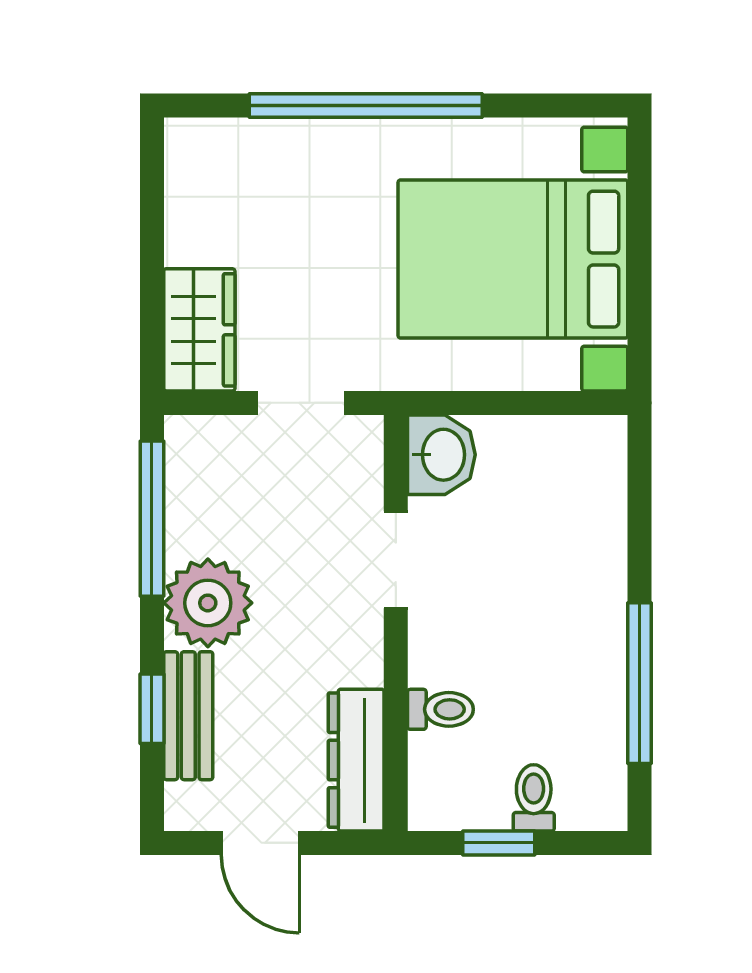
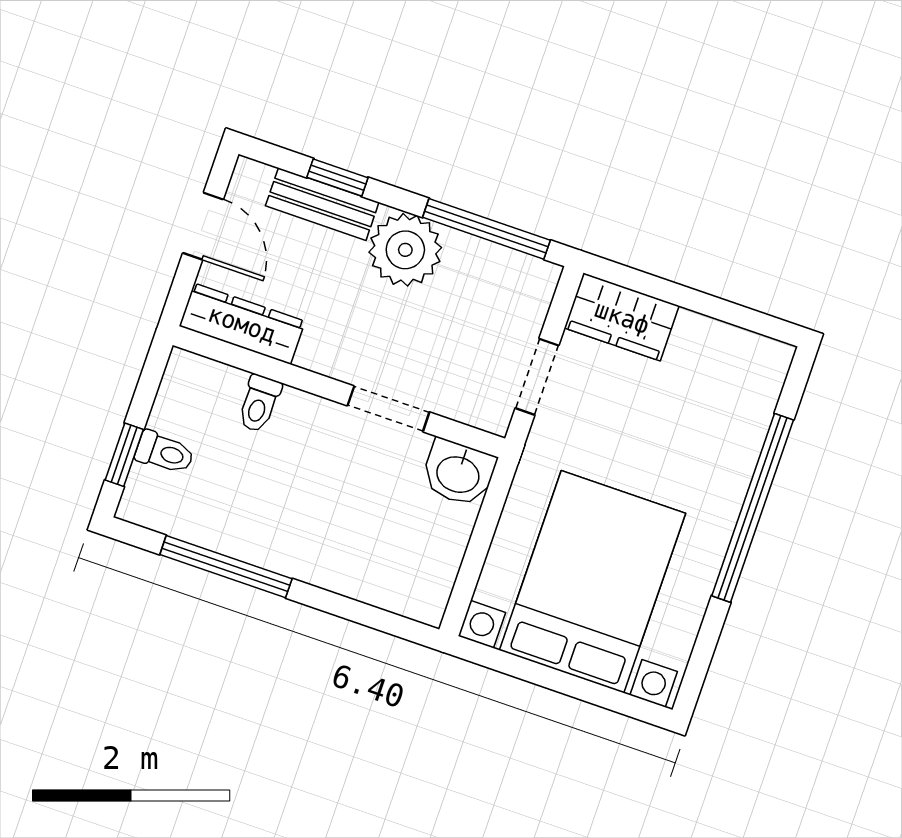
door: (260, 843) -> (203, 226), swing flipped
window: (499, 843) -> (124, 455), moved

